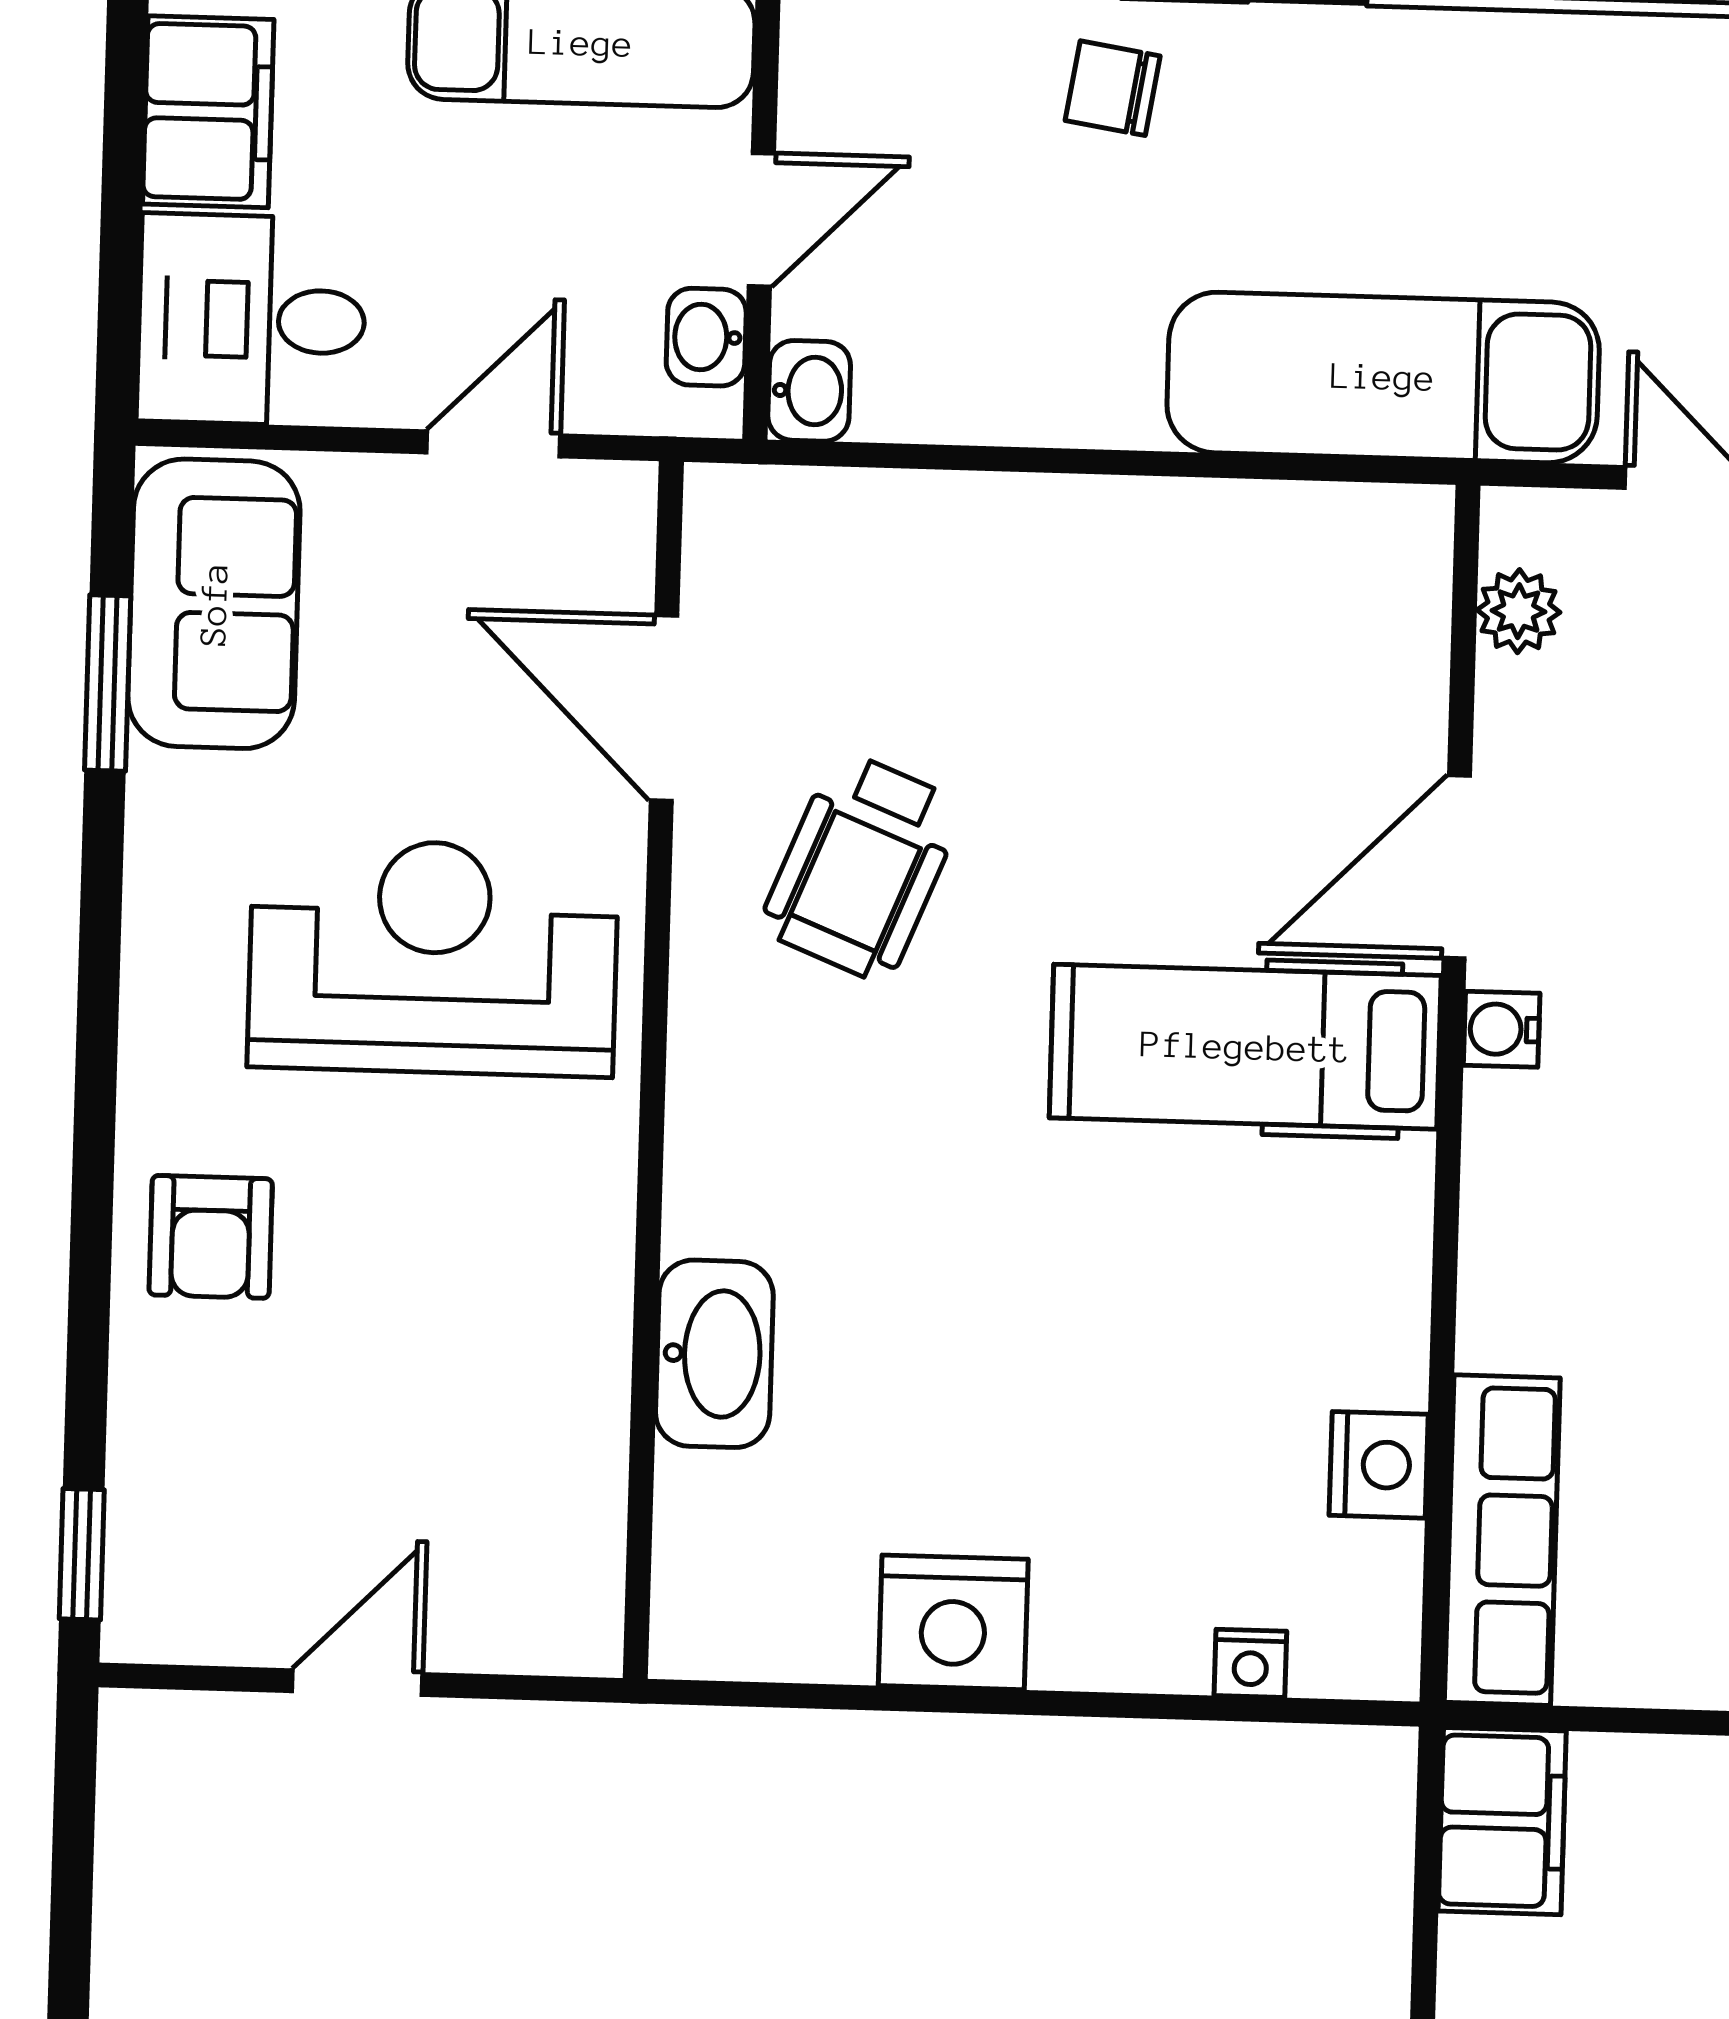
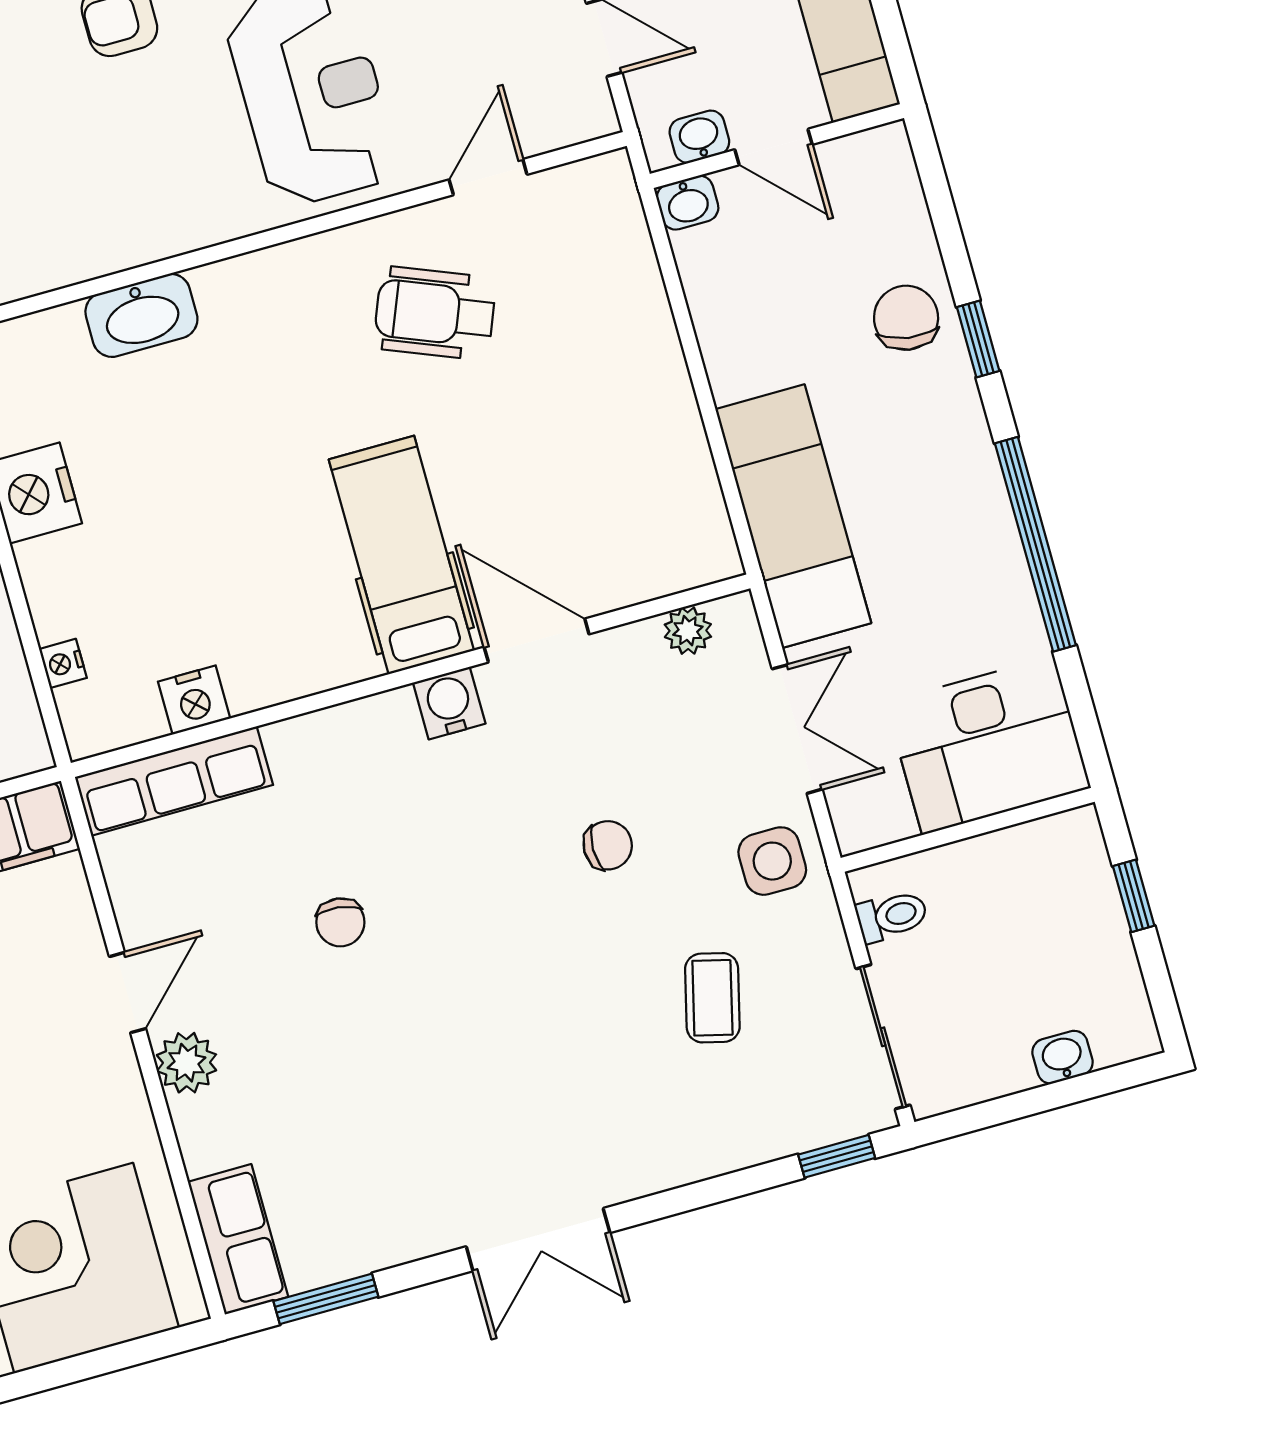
chair: (1113, 88) -> (906, 318), width x1.37, depth x1.37
door: (664, 708) -> (488, 177), width x0.73
water cooler: (1502, 1029) -> (449, 703), width x1.38, depth x1.38

